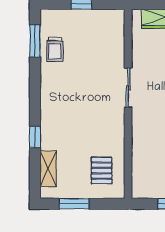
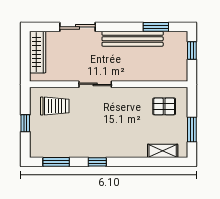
trolley: (55, 50) -> (55, 106), moved, width x1.36, depth x1.39
window: (35, 137) -> (97, 162), moved

